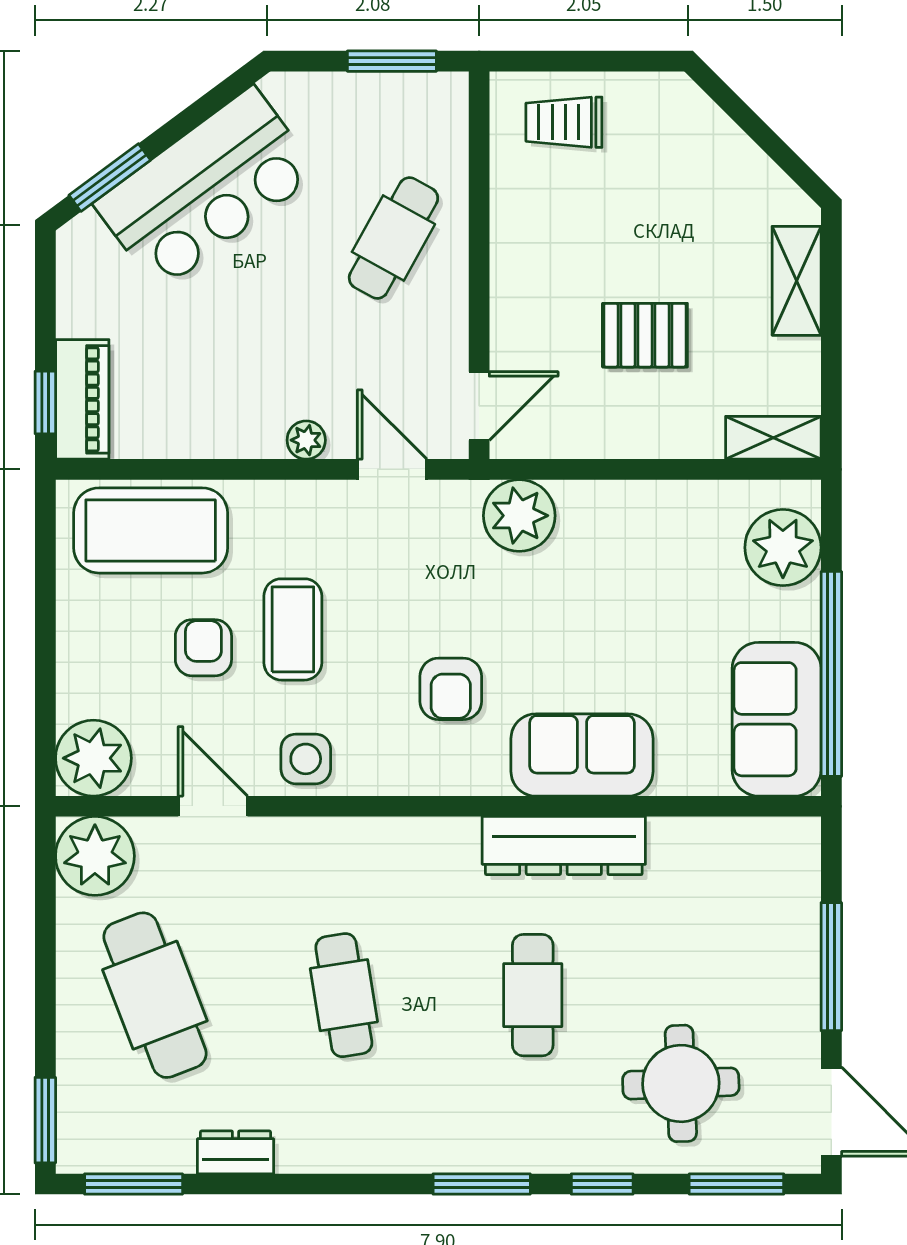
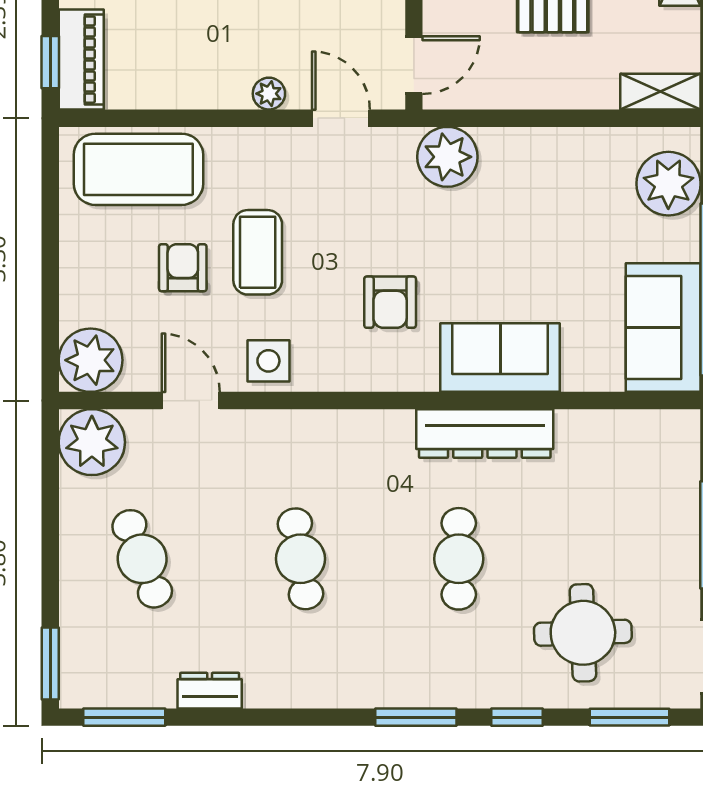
cafe table: (155, 995) -> (142, 559), width x0.73, depth x0.74

